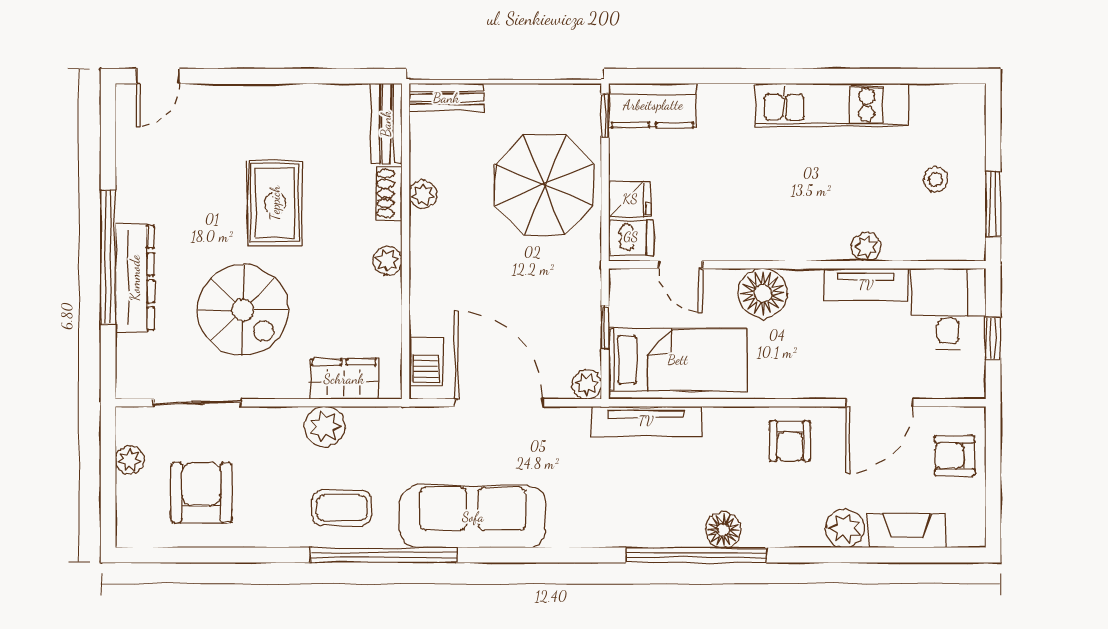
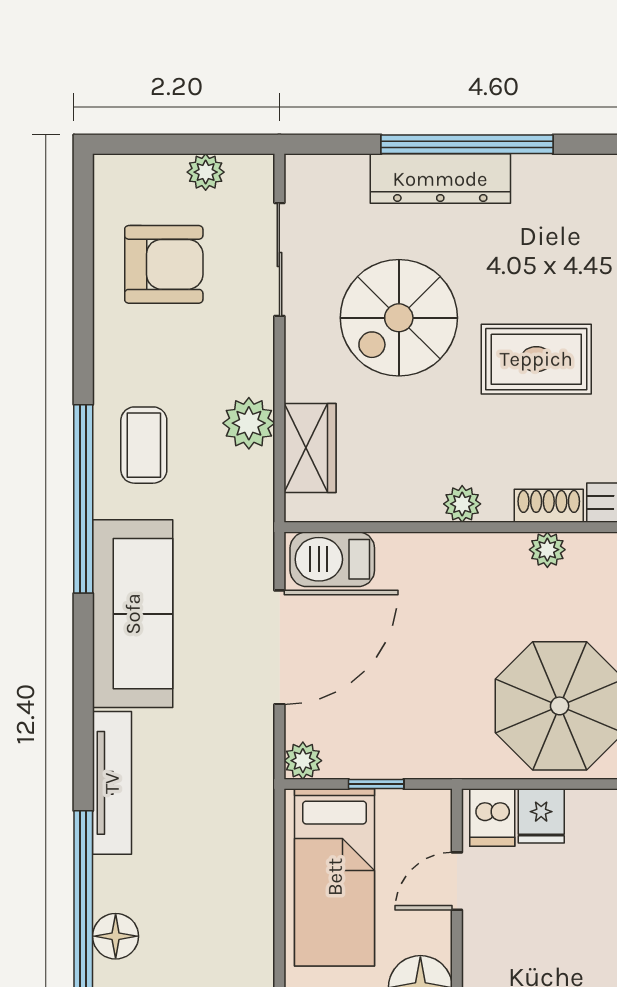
barbecue: (426, 362) -> (332, 559), width x1.38, depth x1.27
tv unit: (646, 421) -> (112, 783), moved, turned 180

